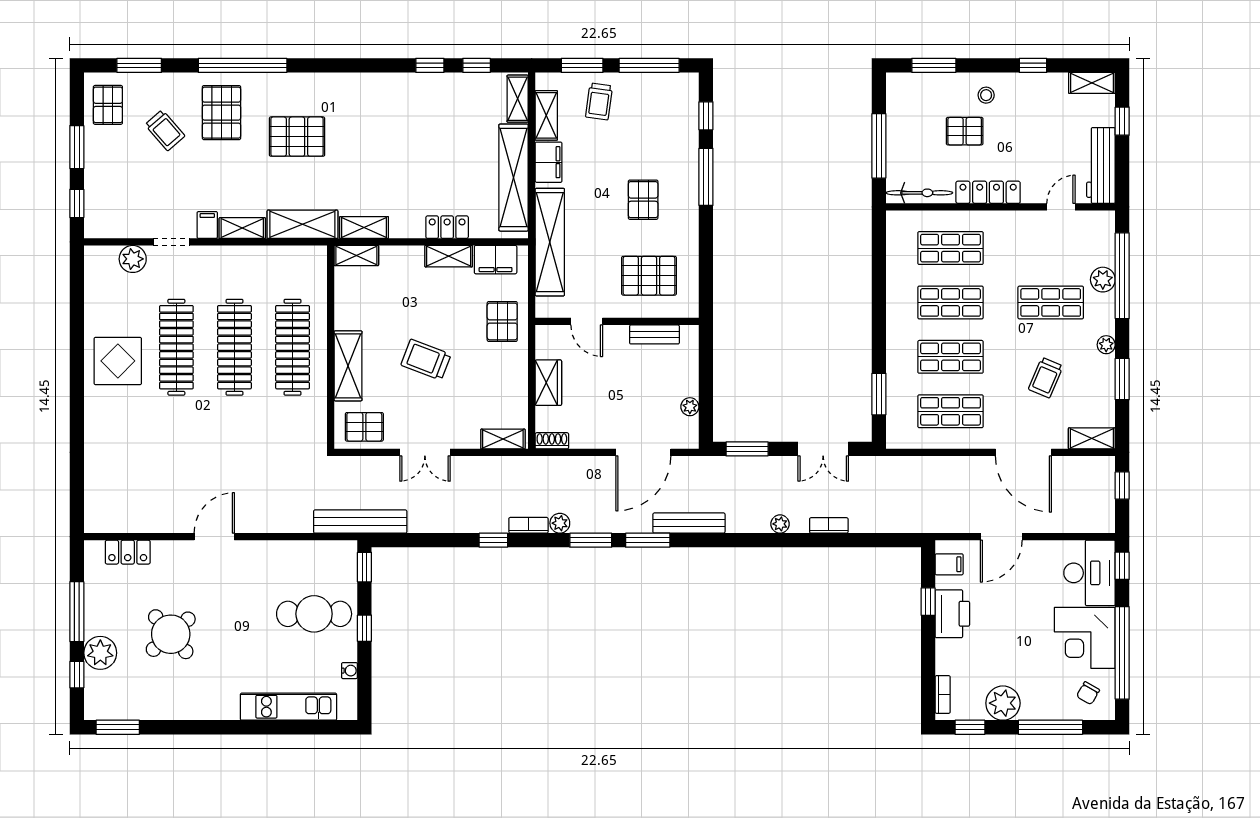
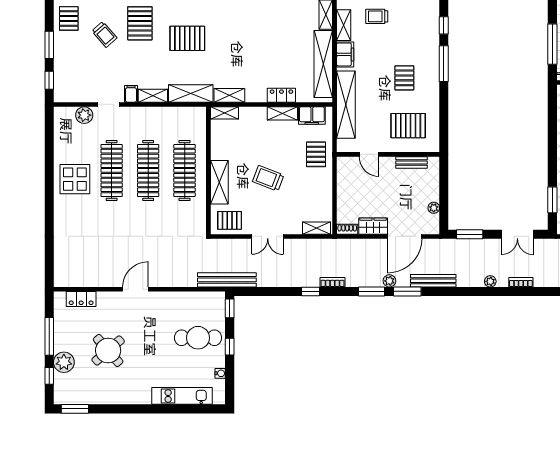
trolley: (599, 101) -> (377, 16), turned 82
wardrobe: (548, 383) -> (373, 226), moved, turned -90
plant: (560, 523) -> (389, 281), moved

